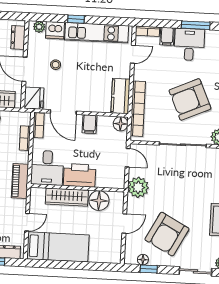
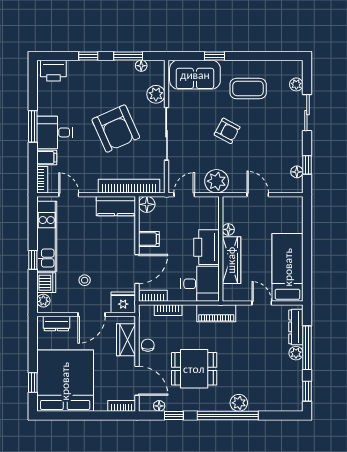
floor lamp: (99, 201) -> (228, 229), width x0.53, depth x0.53
armchair: (167, 234) -> (227, 131), moved, width x0.53, depth x0.53

